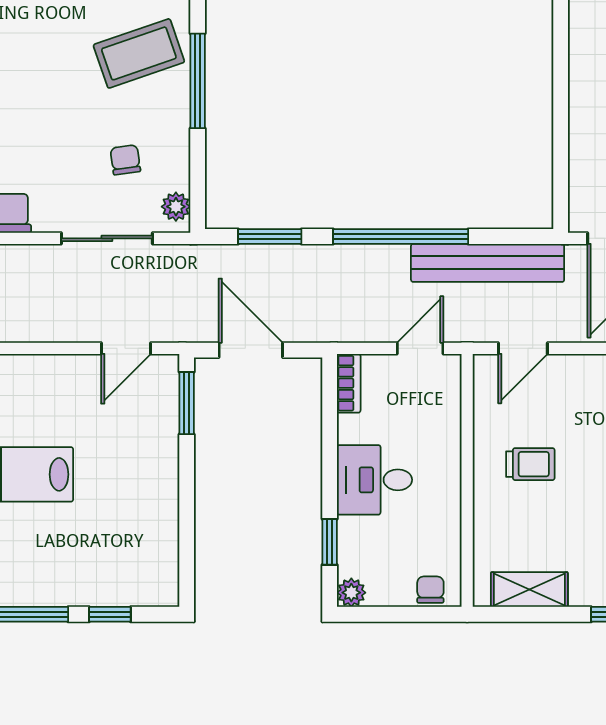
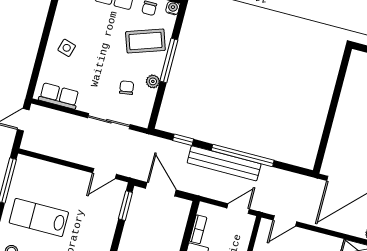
plant: (176, 207) -> (153, 81), moved
window: (270, 236) -> (183, 140), width x0.67
bench: (488, 263) -> (224, 163), moved
bookcase: (349, 383) -> (198, 229), moved

